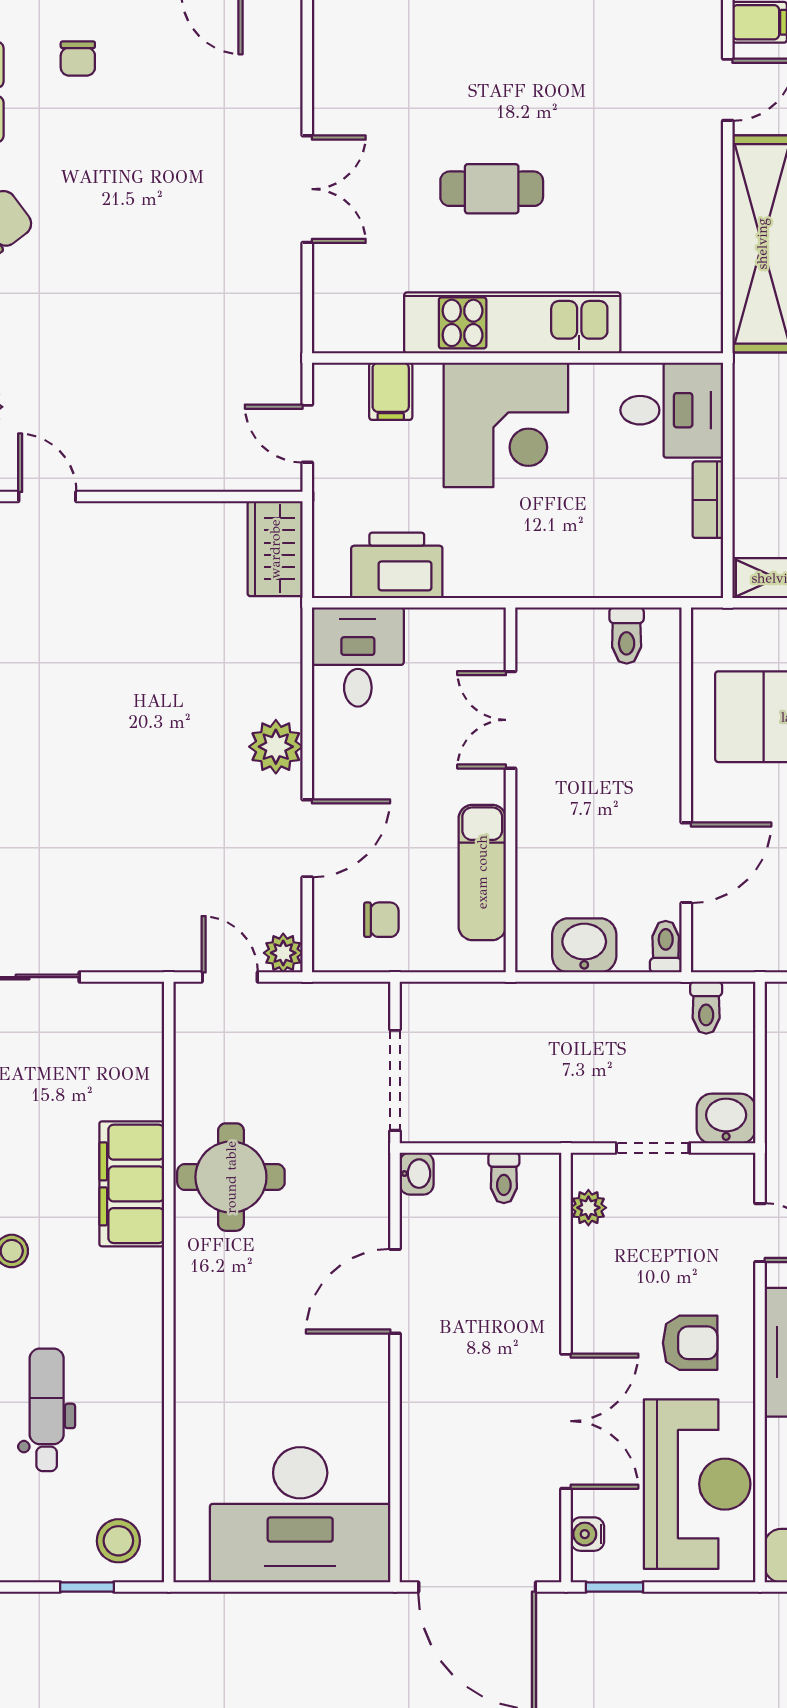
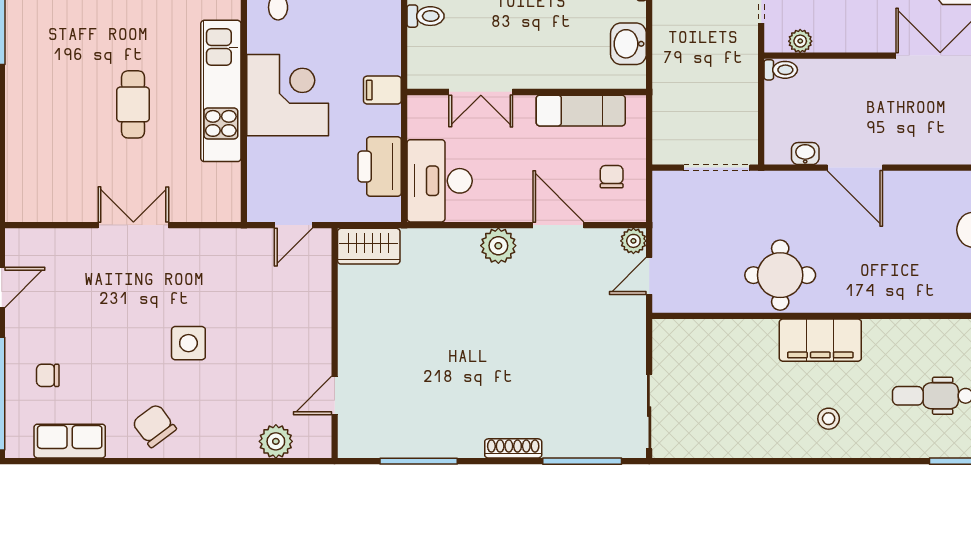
chair: (78, 59) -> (48, 375), turned 180
side table: (127, 273) -> (188, 343), added
filing cabinet: (391, 391) -> (382, 90), moved, turned 180
desk: (358, 657) -> (440, 181), width x1.37
washbasin: (417, 1174) -> (805, 154), moved
toilet: (504, 1178) -> (781, 70), moved
filing cabinet: (132, 1184) -> (820, 340), moved

